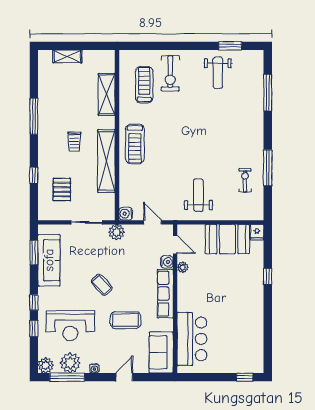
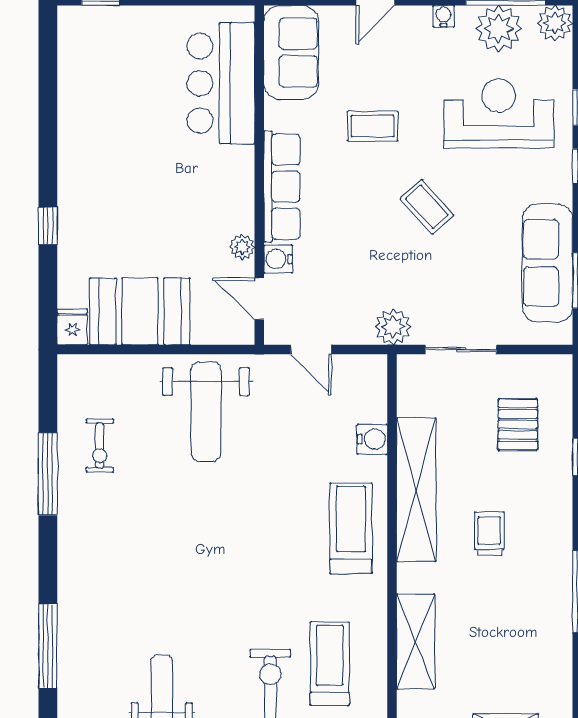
treadmill: (144, 85) -> (330, 664), turned 180
weight bench: (198, 195) -> (206, 412), width x1.36, depth x1.33
water cooler: (126, 214) -> (372, 439), moved
coffee table: (125, 320) -> (373, 126), width x0.73, depth x0.77

